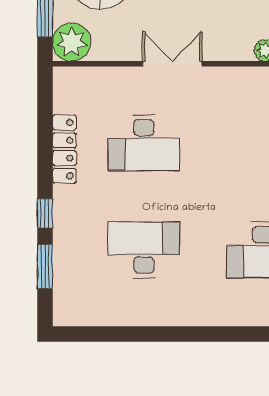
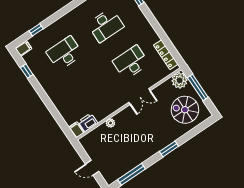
locker: (64, 149) -> (166, 55), moved
window: (45, 213) -> (149, 15), removed

